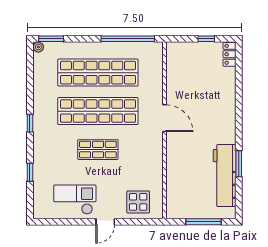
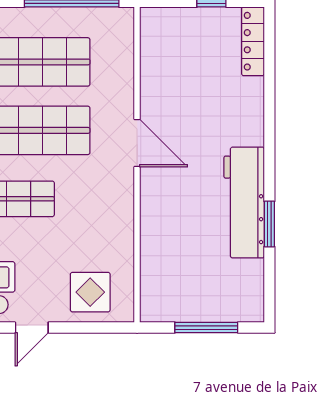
locker: (230, 54) -> (253, 41), width x1.53
workbench: (225, 176) -> (244, 203), moved

